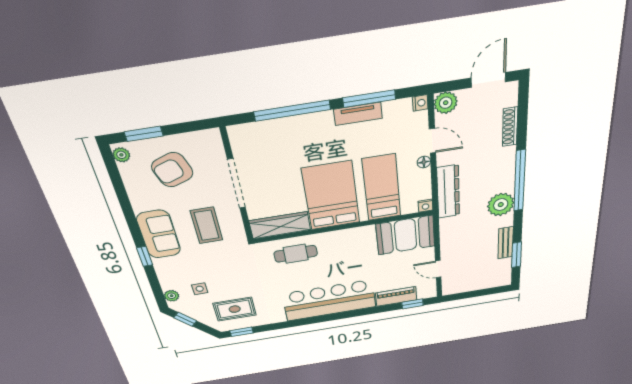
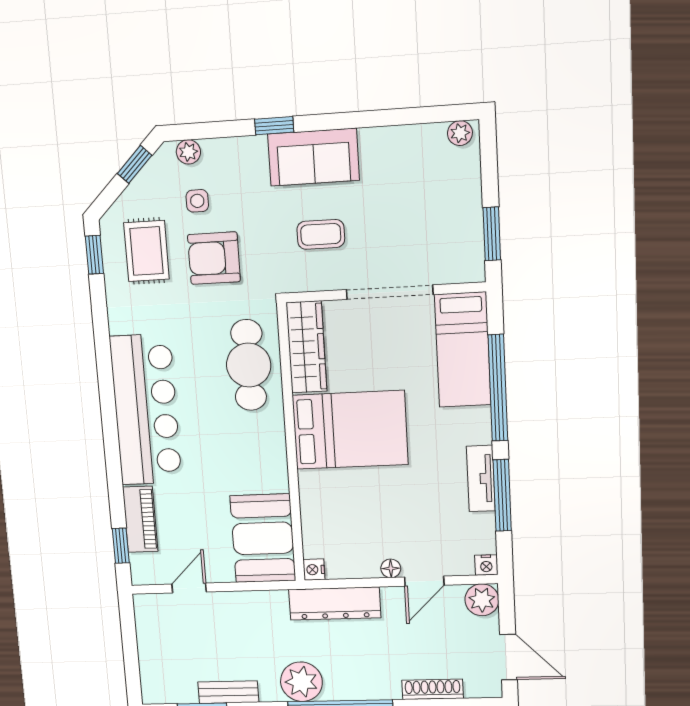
window: (144, 134) -> (492, 234), moved
armchair: (172, 170) -> (214, 258), moved, turned -71
bed: (382, 188) -> (463, 350), moved, turned 90
coffee table: (207, 225) -> (321, 234), width x0.73, depth x0.77
cafe table: (296, 254) -> (249, 365), width x1.37, depth x1.35

